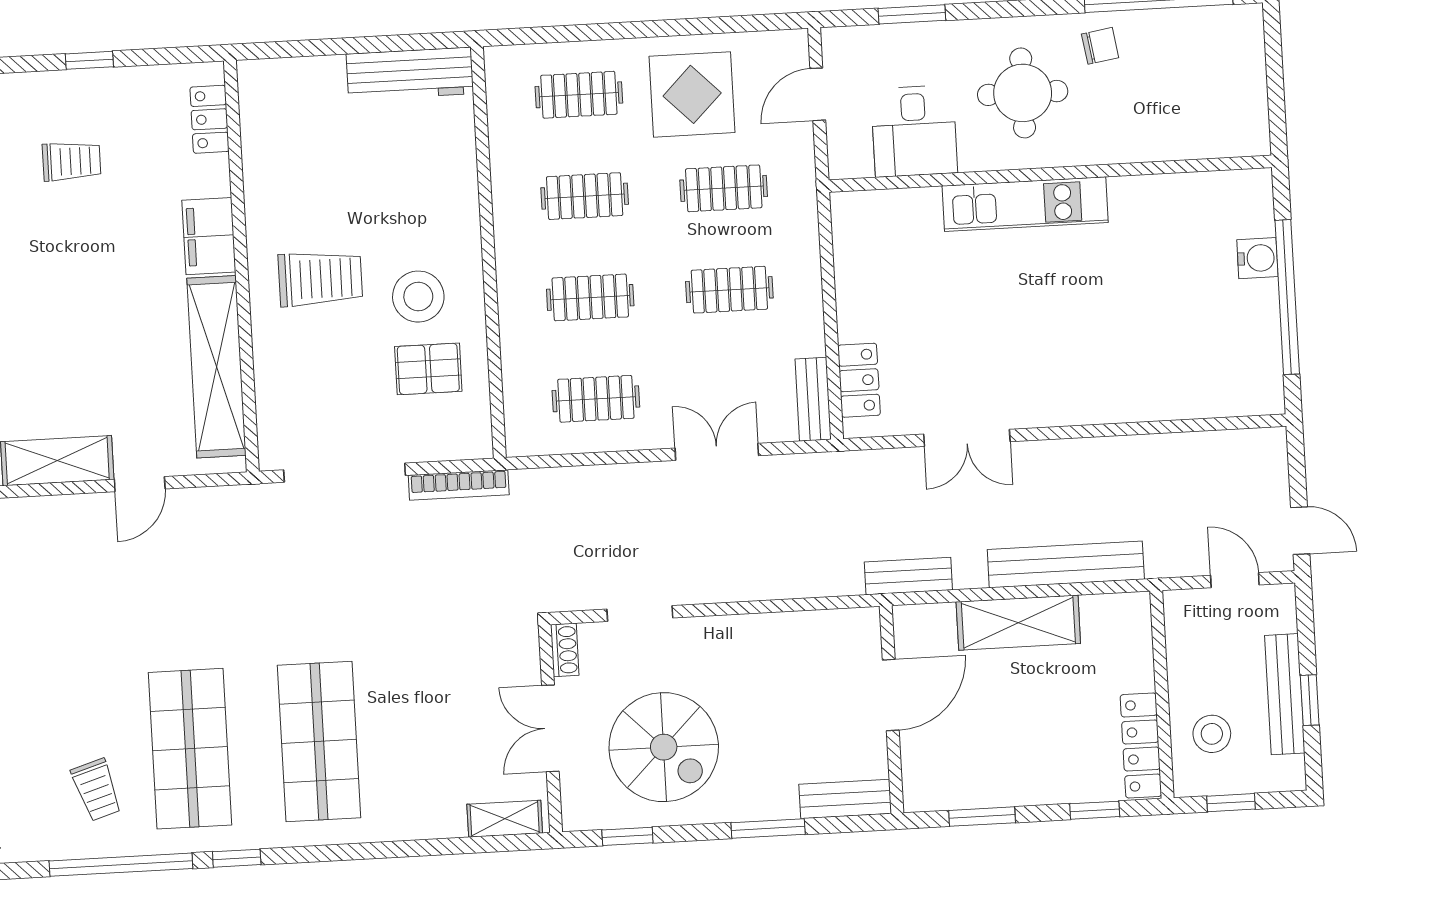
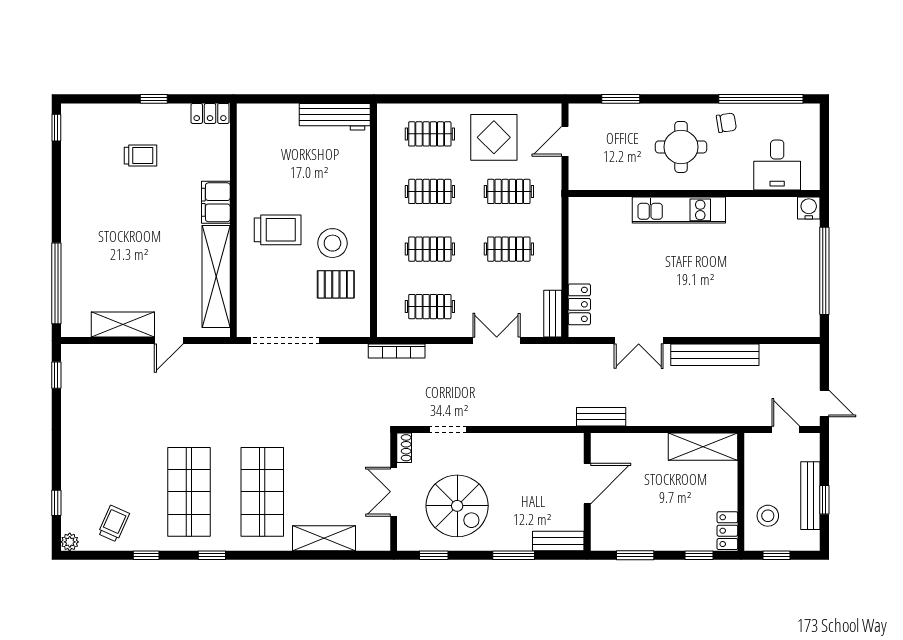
locker: (210, 119) -> (210, 113), moved, turned -90
desk: (914, 131) -> (777, 165), moved
water cooler: (1257, 258) -> (809, 208), moved, turned -90
bookcase: (459, 485) -> (397, 351), moved
bench: (1066, 564) -> (715, 355), moved
shelving: (1018, 623) -> (703, 447), moved
locker: (1141, 746) -> (727, 531), width x0.66
trolley: (97, 790) -> (114, 524), moved, turned -139
shelving: (505, 819) -> (324, 538), moved, width x1.50, depth x1.33
window: (121, 865) -> (146, 555), width x0.32

